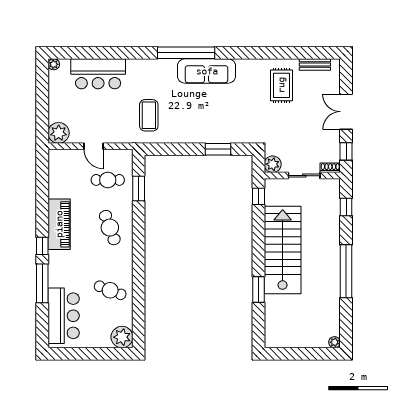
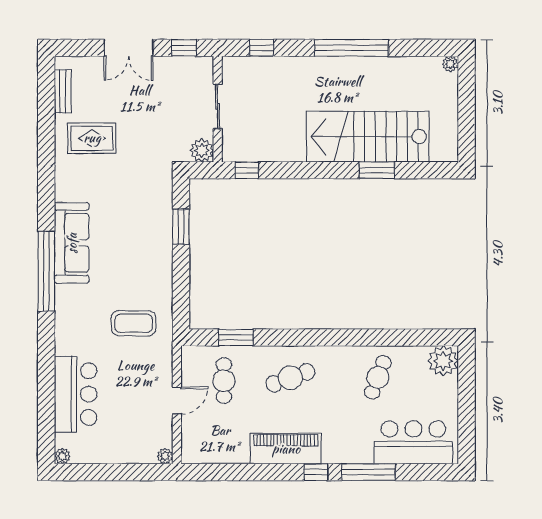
plant: (59, 133) -> (165, 456), width x0.53, depth x0.53
shoe rack: (330, 168) -> (207, 70), removed
stairs: (283, 250) -> (368, 137), moved

